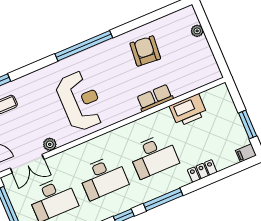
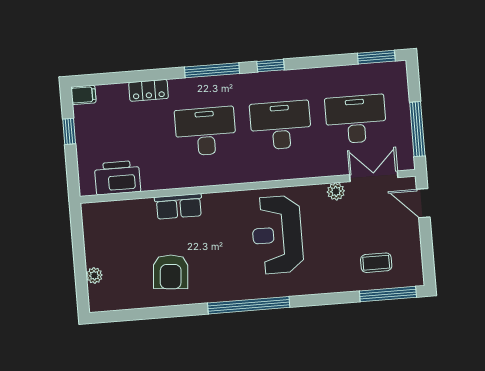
printer: (188, 110) -> (118, 178), moved
window: (248, 125) -> (69, 131), width x0.67

